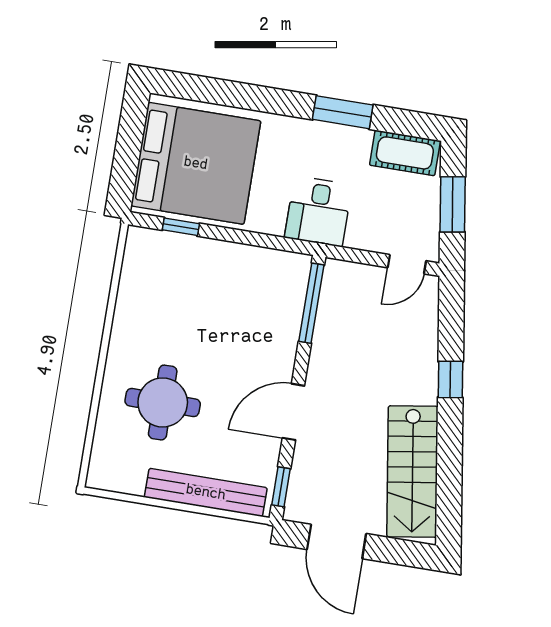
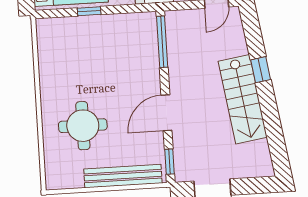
window: (181, 227) -> (89, 11), moved
stairs: (412, 472) -> (243, 99), moved

